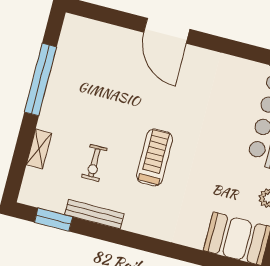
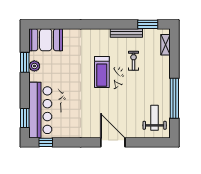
weight bench: (83, 55) -> (155, 118), added
shelving: (39, 149) -> (165, 45), moved

